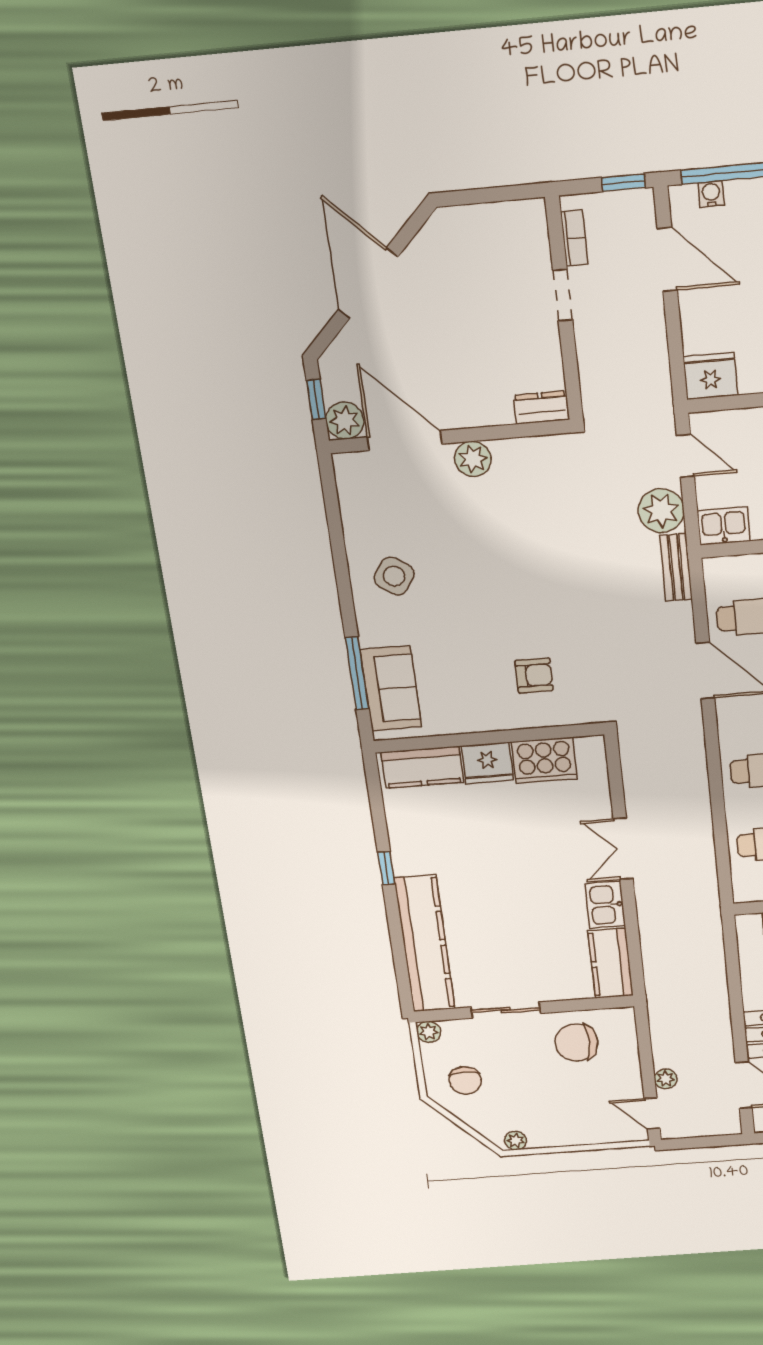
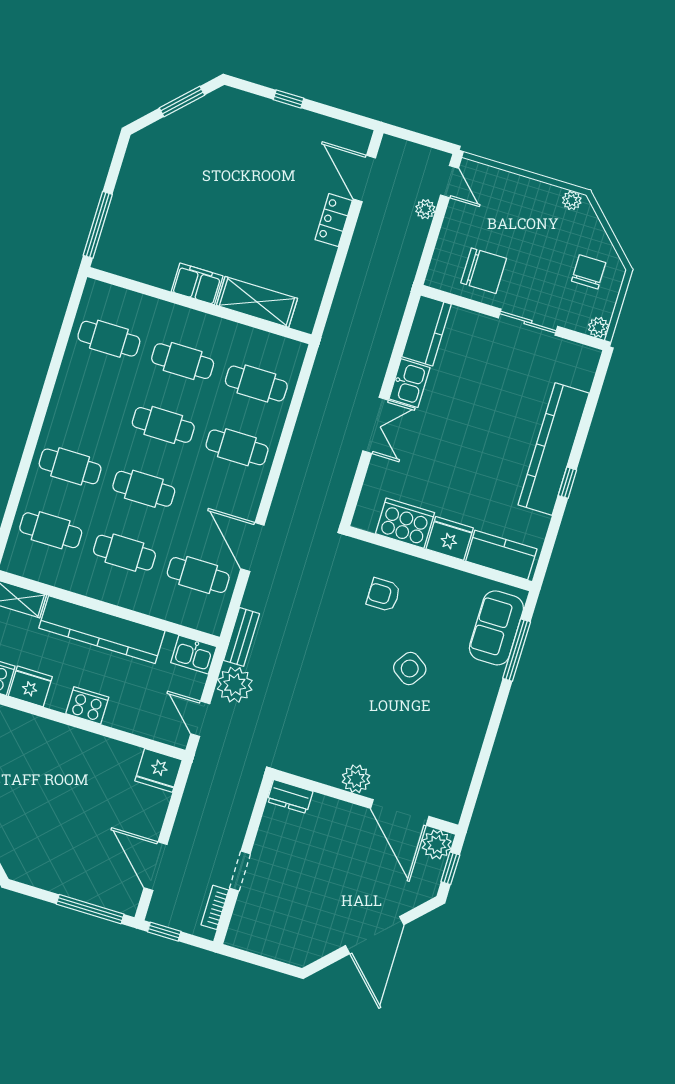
water cooler: (711, 194) -> (106, 899), removed
side table: (394, 576) -> (410, 669), moved
kitchen counter: (425, 944) -> (554, 449), moved

